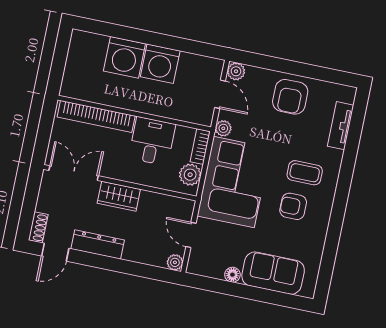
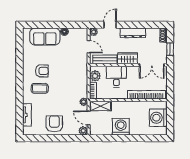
washing machine: (124, 57) -> (158, 118), moved, turned -90
shelving: (192, 113) -> (100, 106), added
desk: (152, 141) -> (116, 77), moved, turned 180
corner sofa: (234, 182) -> (73, 77), removed
window: (31, 197) -> (170, 49), added
bench: (164, 203) -> (105, 59), added
door: (55, 252) -> (110, 25), moved

